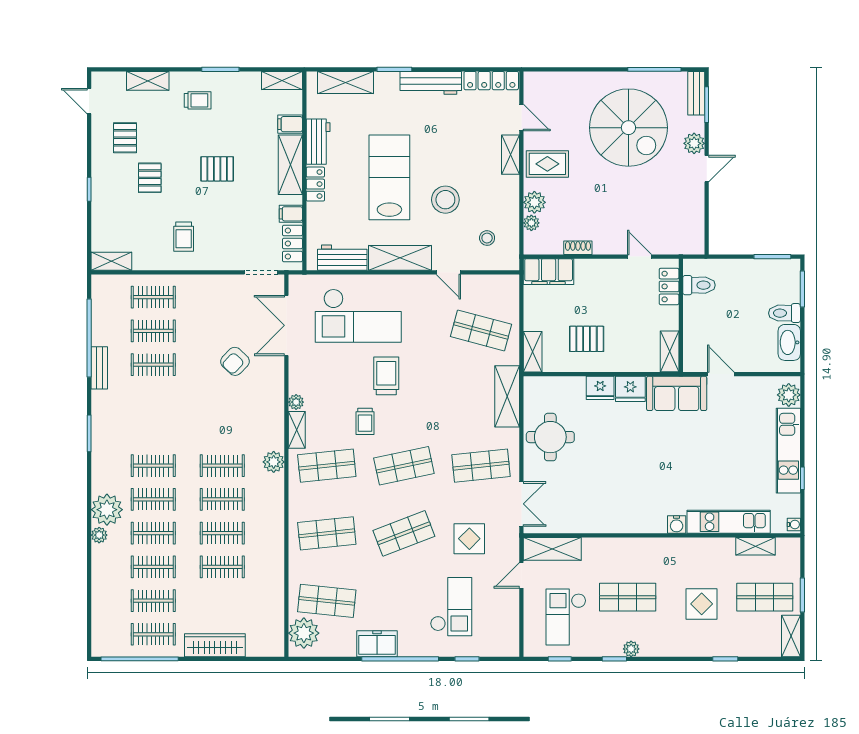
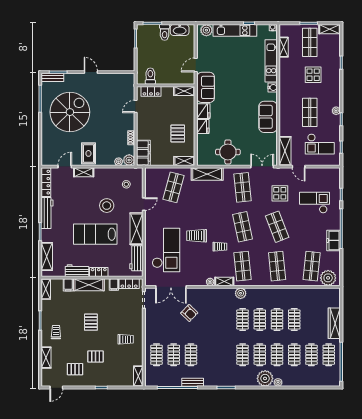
plant: (694, 143) -> (78, 78), removed
plant: (534, 202) -> (129, 160), moved
sofa: (619, 516) -> (268, 117), added

